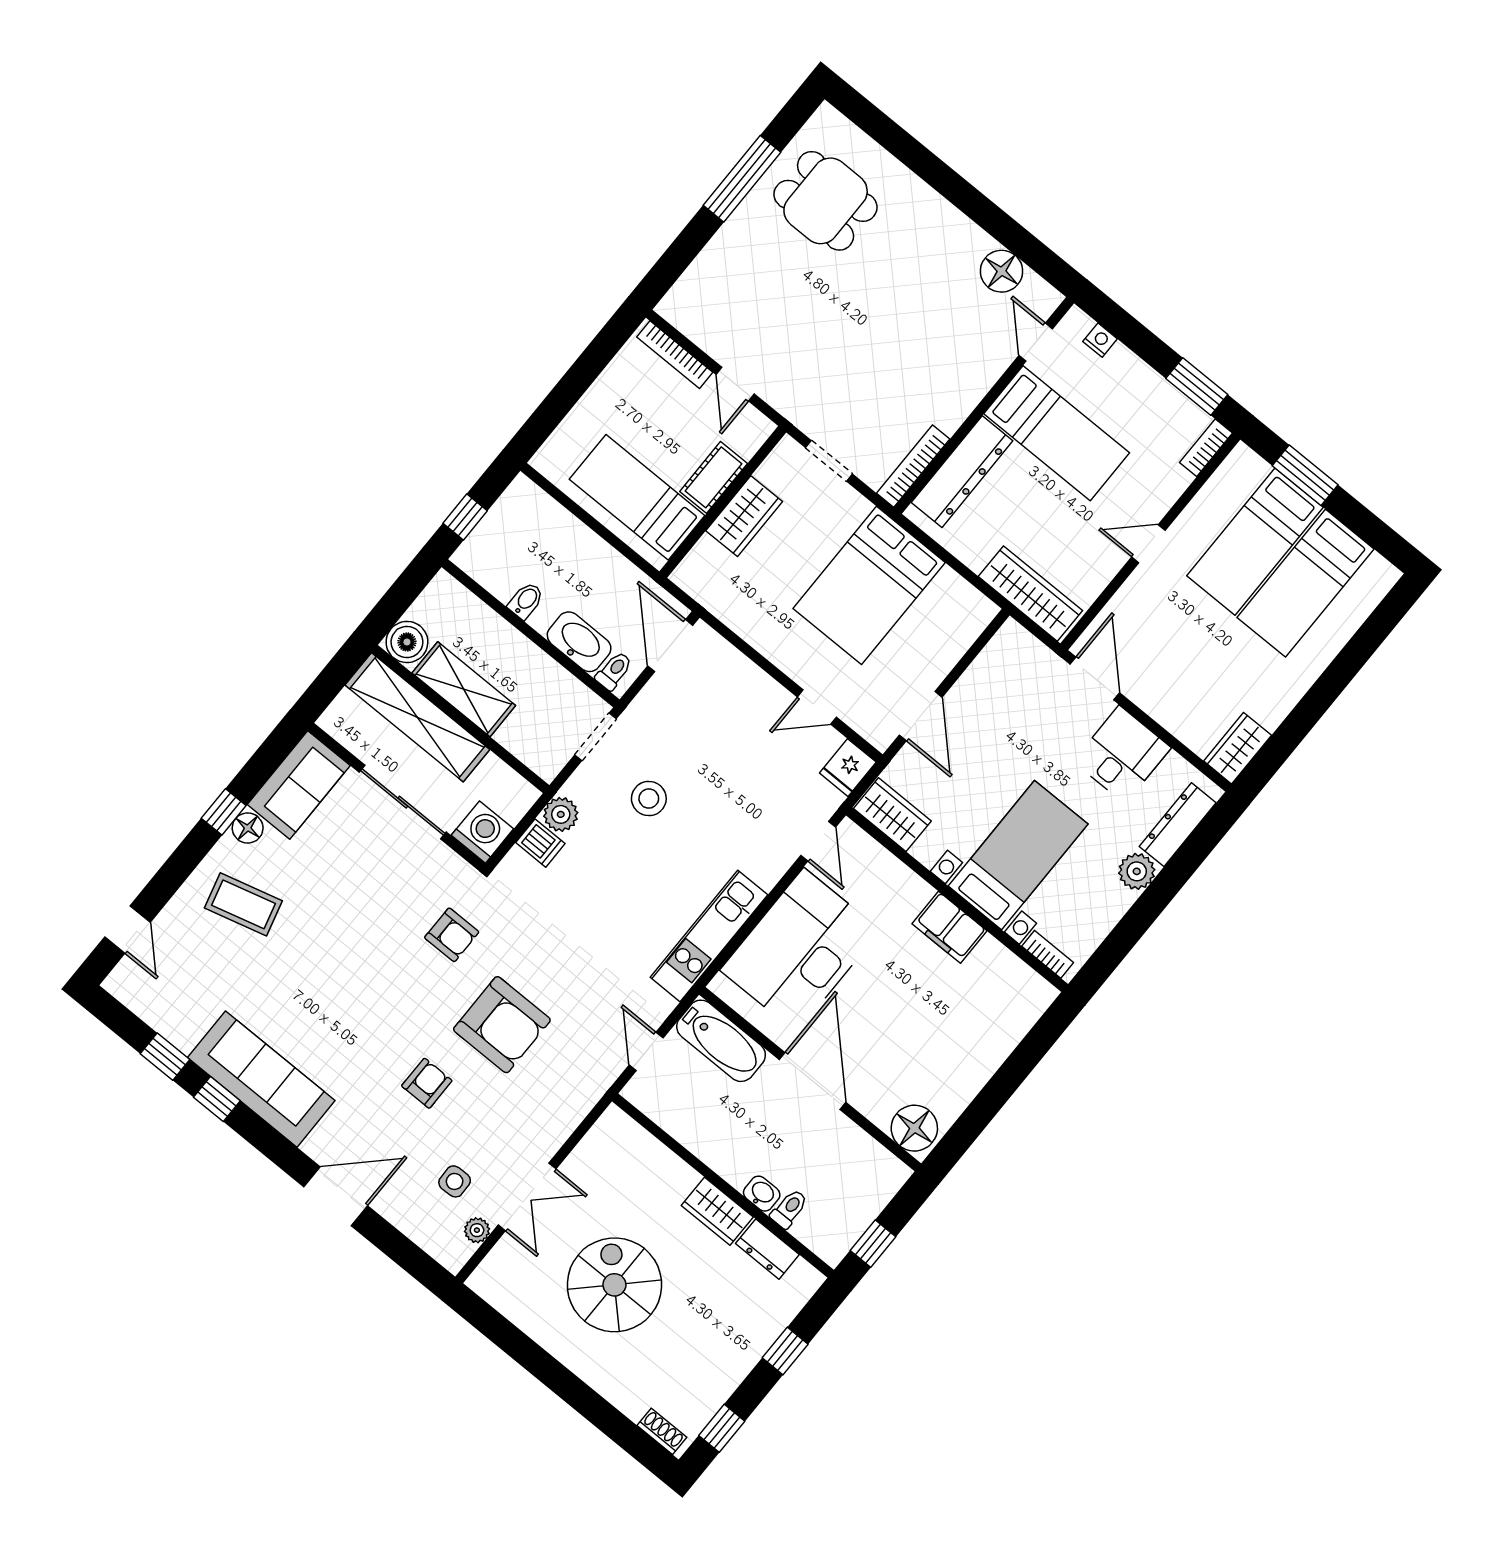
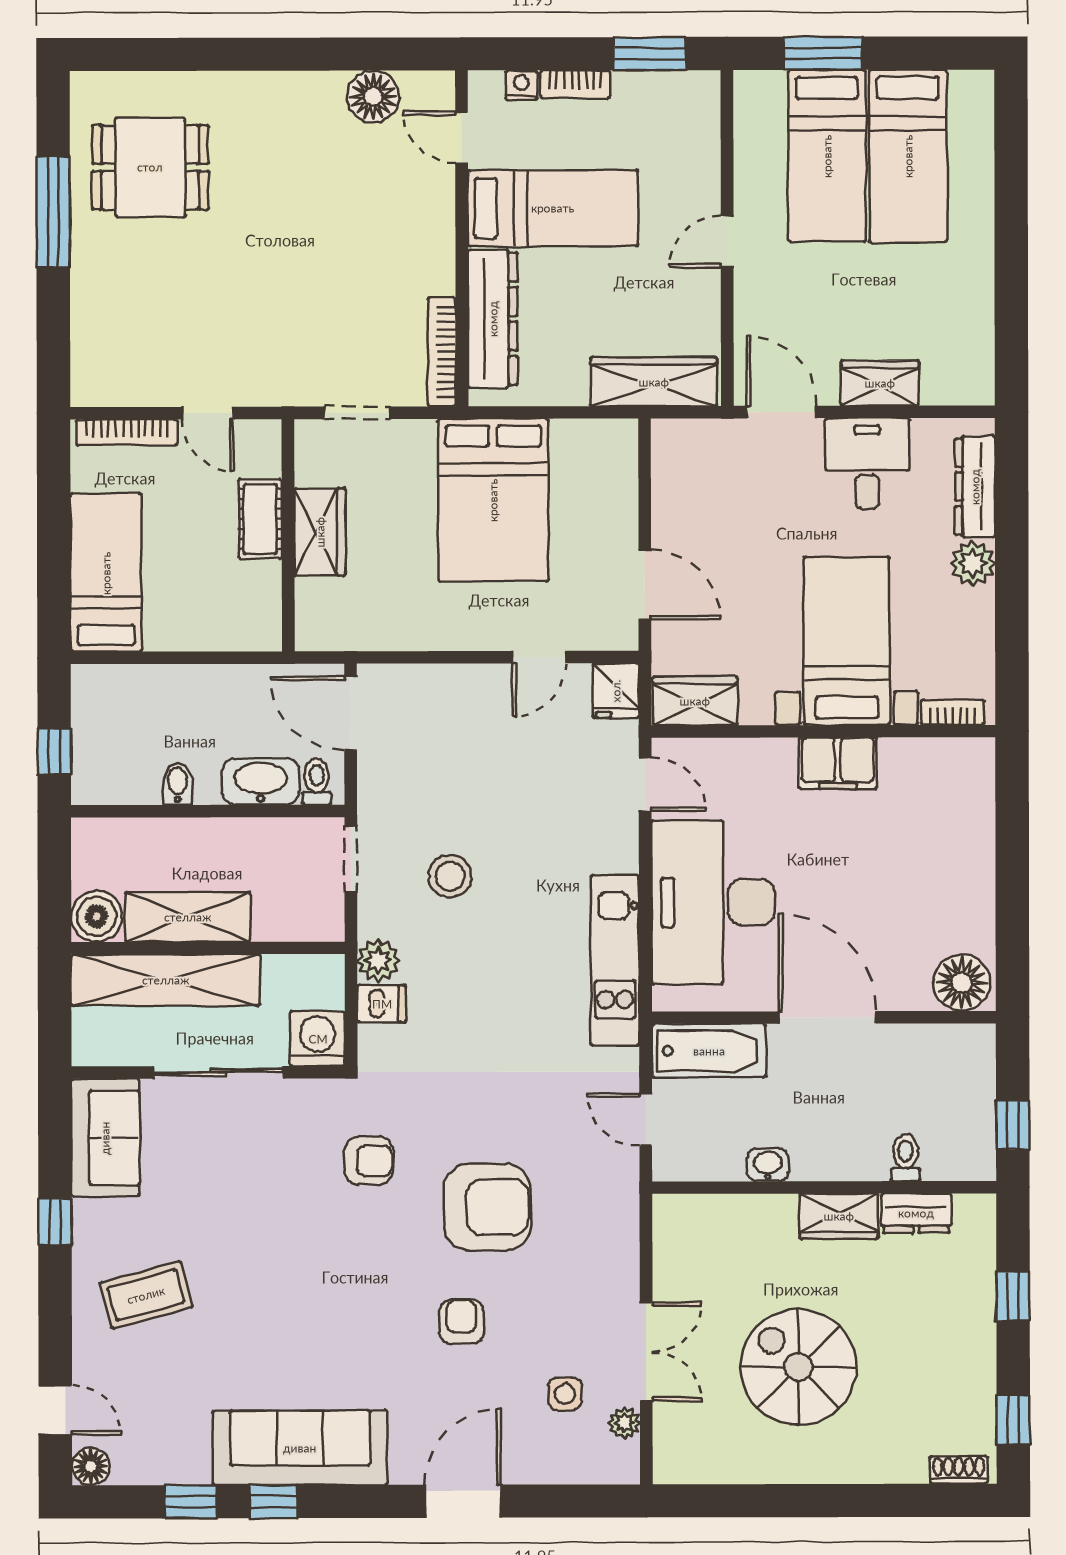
bookcase: (1206, 448) -> (575, 84), moved, turned -90
bed: (637, 497) -> (106, 573), moved, turned 90
wardrobe: (1238, 748) -> (880, 383), moved, turned 90
floor lamp: (248, 828) -> (91, 1466), moved
washbasin: (762, 1194) -> (768, 1165), moved

